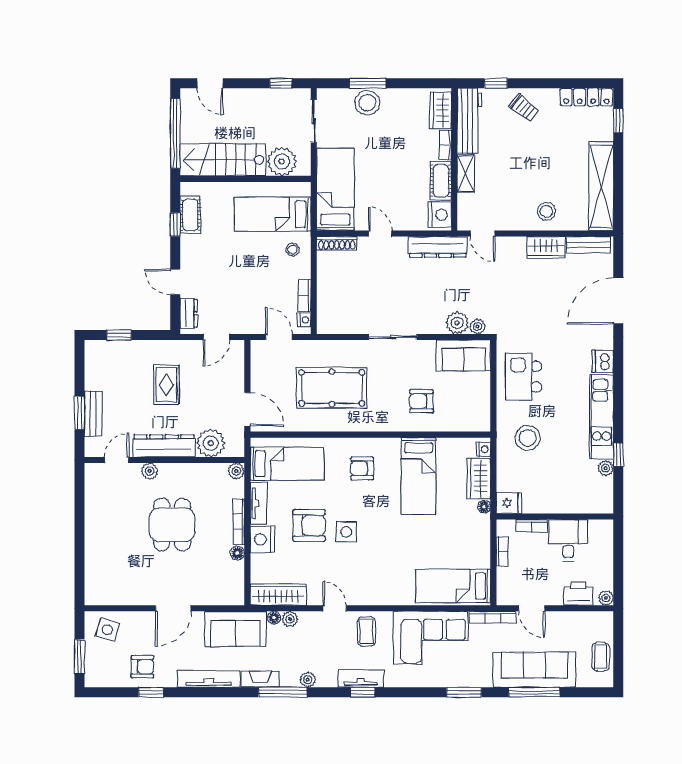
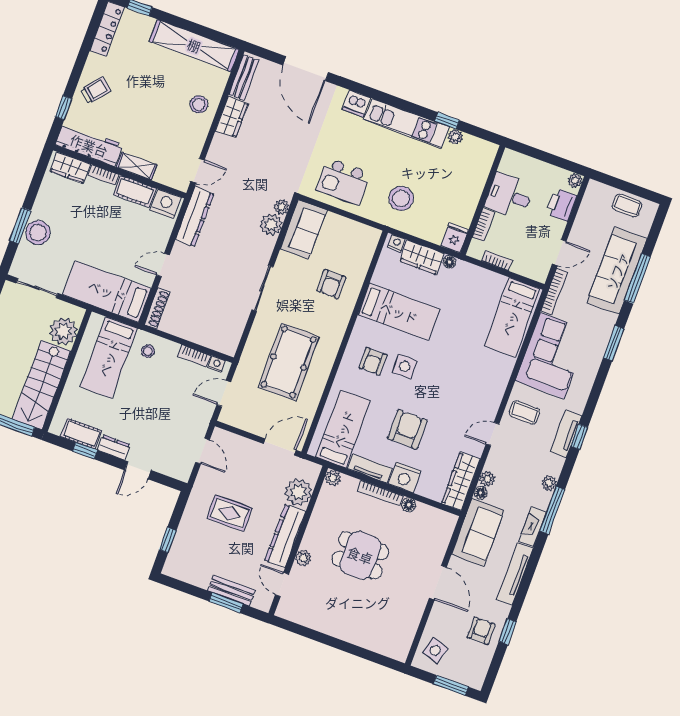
dresser: (189, 313) -> (114, 447), moved
side table: (346, 532) -> (405, 366), moved

